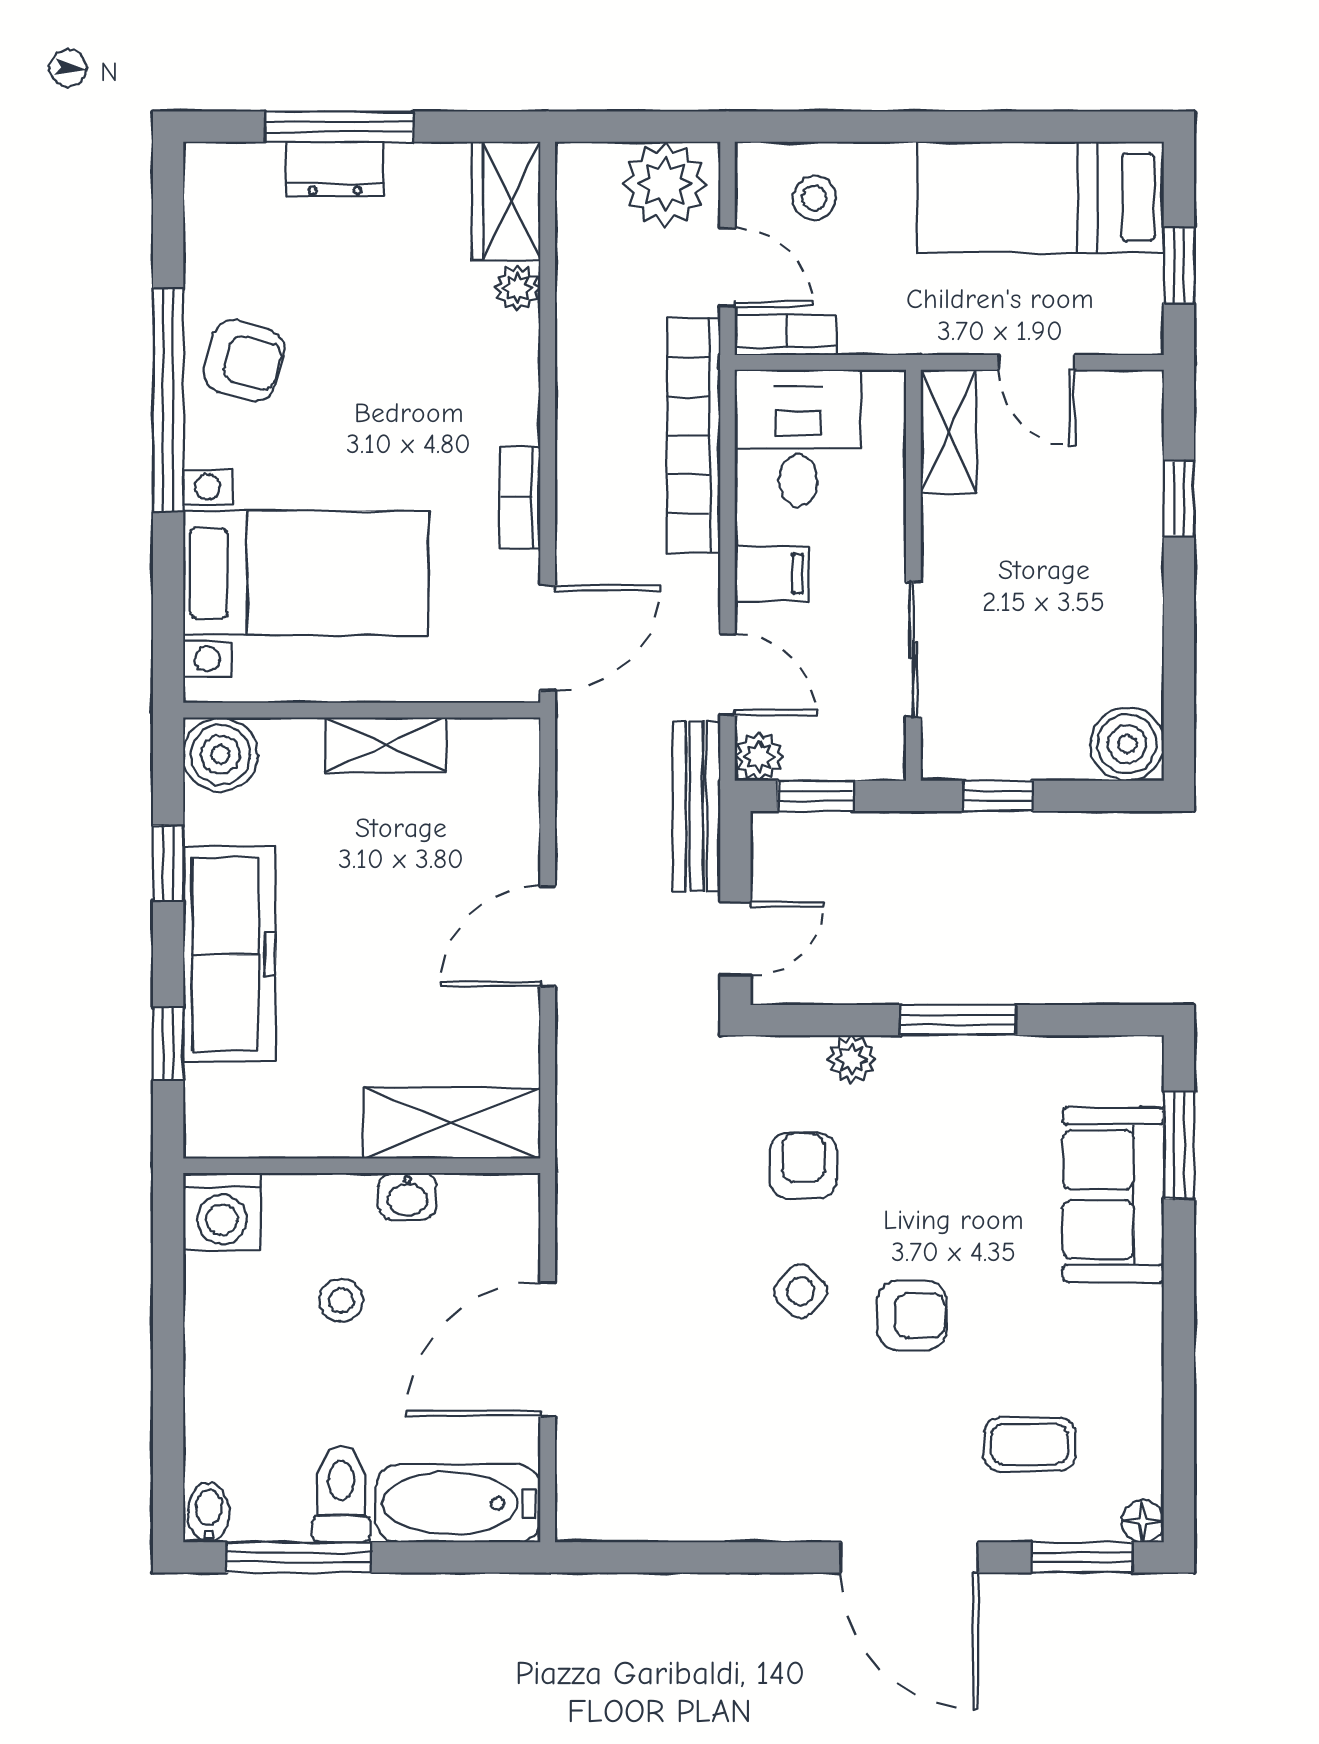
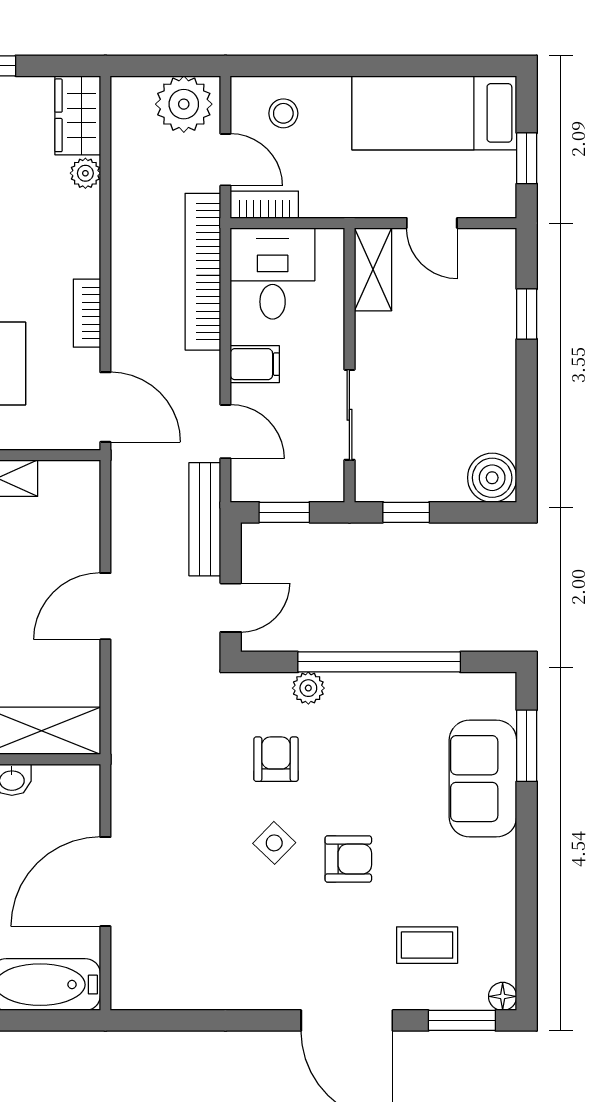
door: (548, 638) -> (105, 407), hinge flipped
plant: (759, 756) -> (247, 486), removed
window: (958, 1020) -> (379, 662), width x2.11

